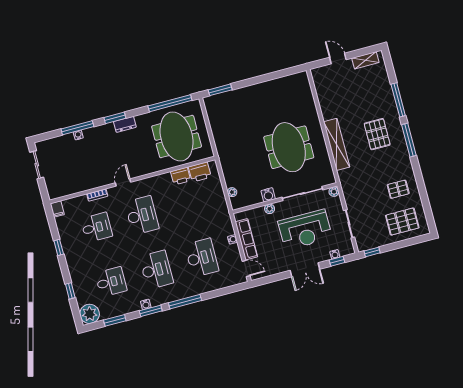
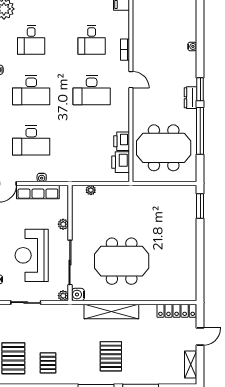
locker: (320, 86) -> (177, 311), added
window: (170, 103) -> (200, 131), moved
window: (77, 128) -> (200, 48), removed
pallet: (377, 134) -> (111, 356), turned 90
water cooler: (268, 195) -> (78, 295), moved

